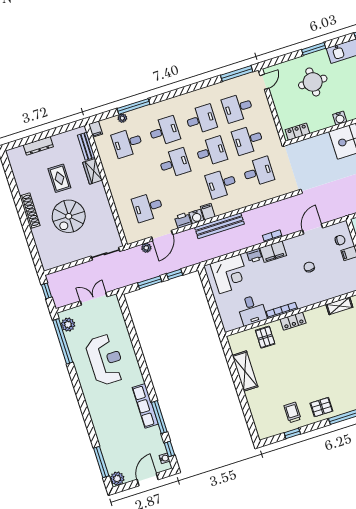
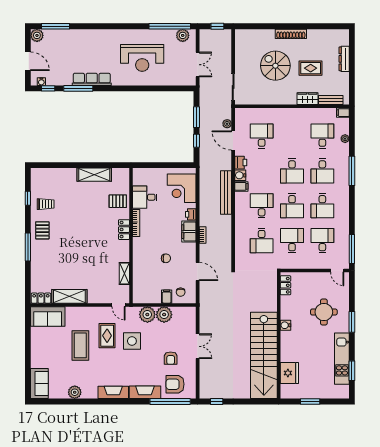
window: (134, 106) -> (352, 171), moved

